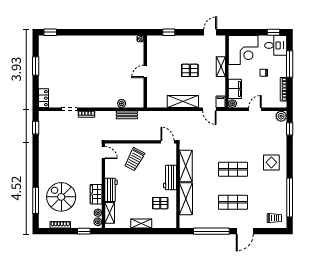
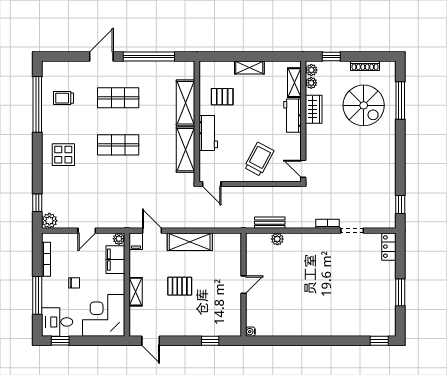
door: (210, 32) -> (151, 341), hinge flipped
trolley: (274, 218) -> (64, 98), moved

